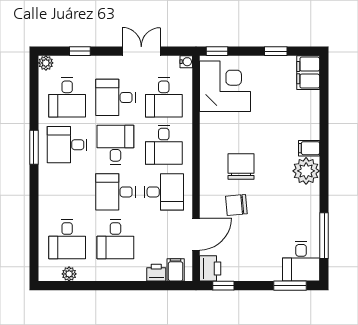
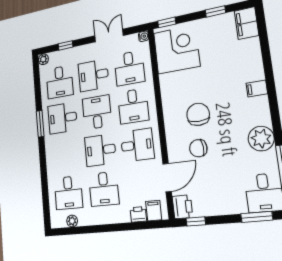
plant: (306, 171) -> (261, 139), moved

